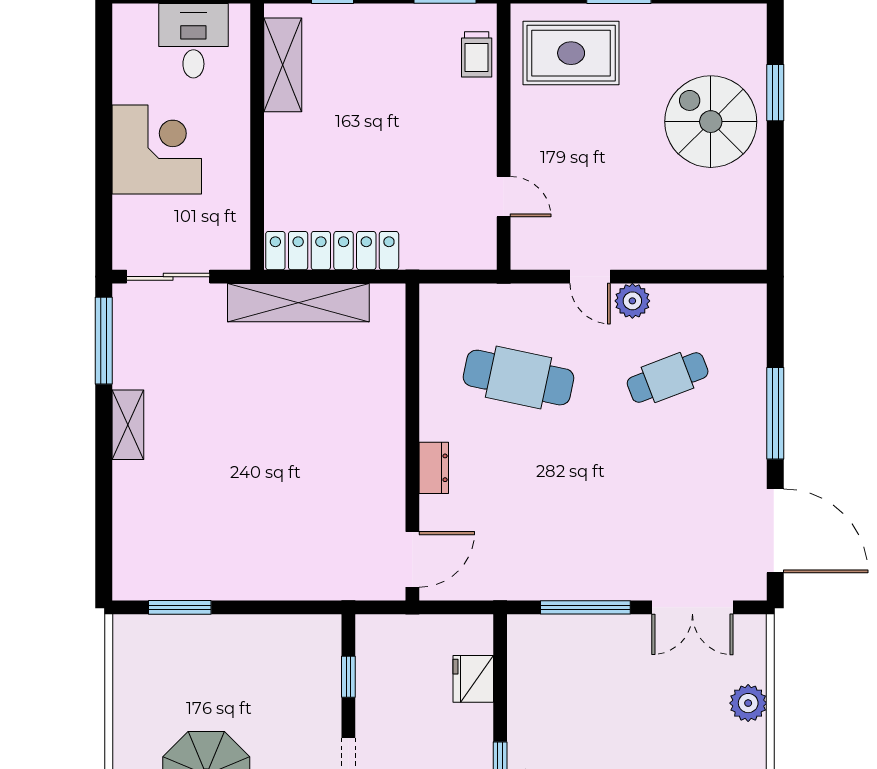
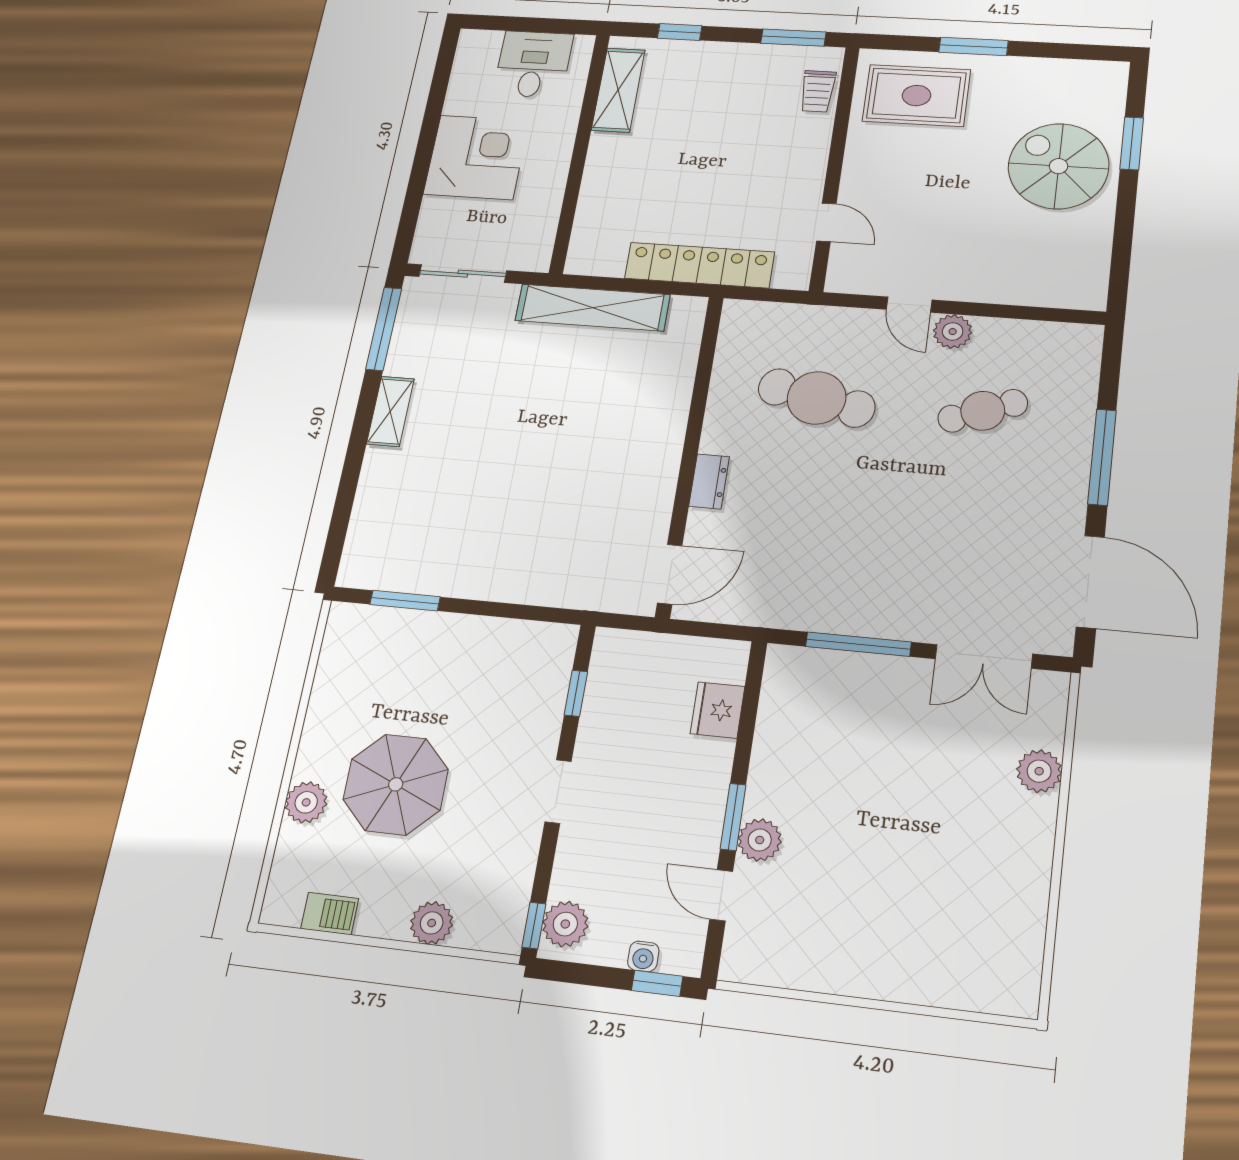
locker: (332, 251) -> (699, 265), moved

